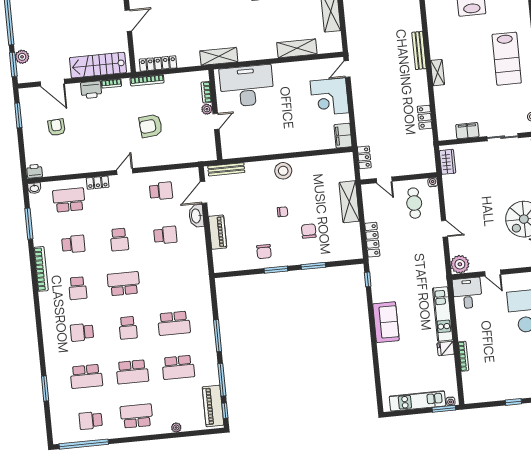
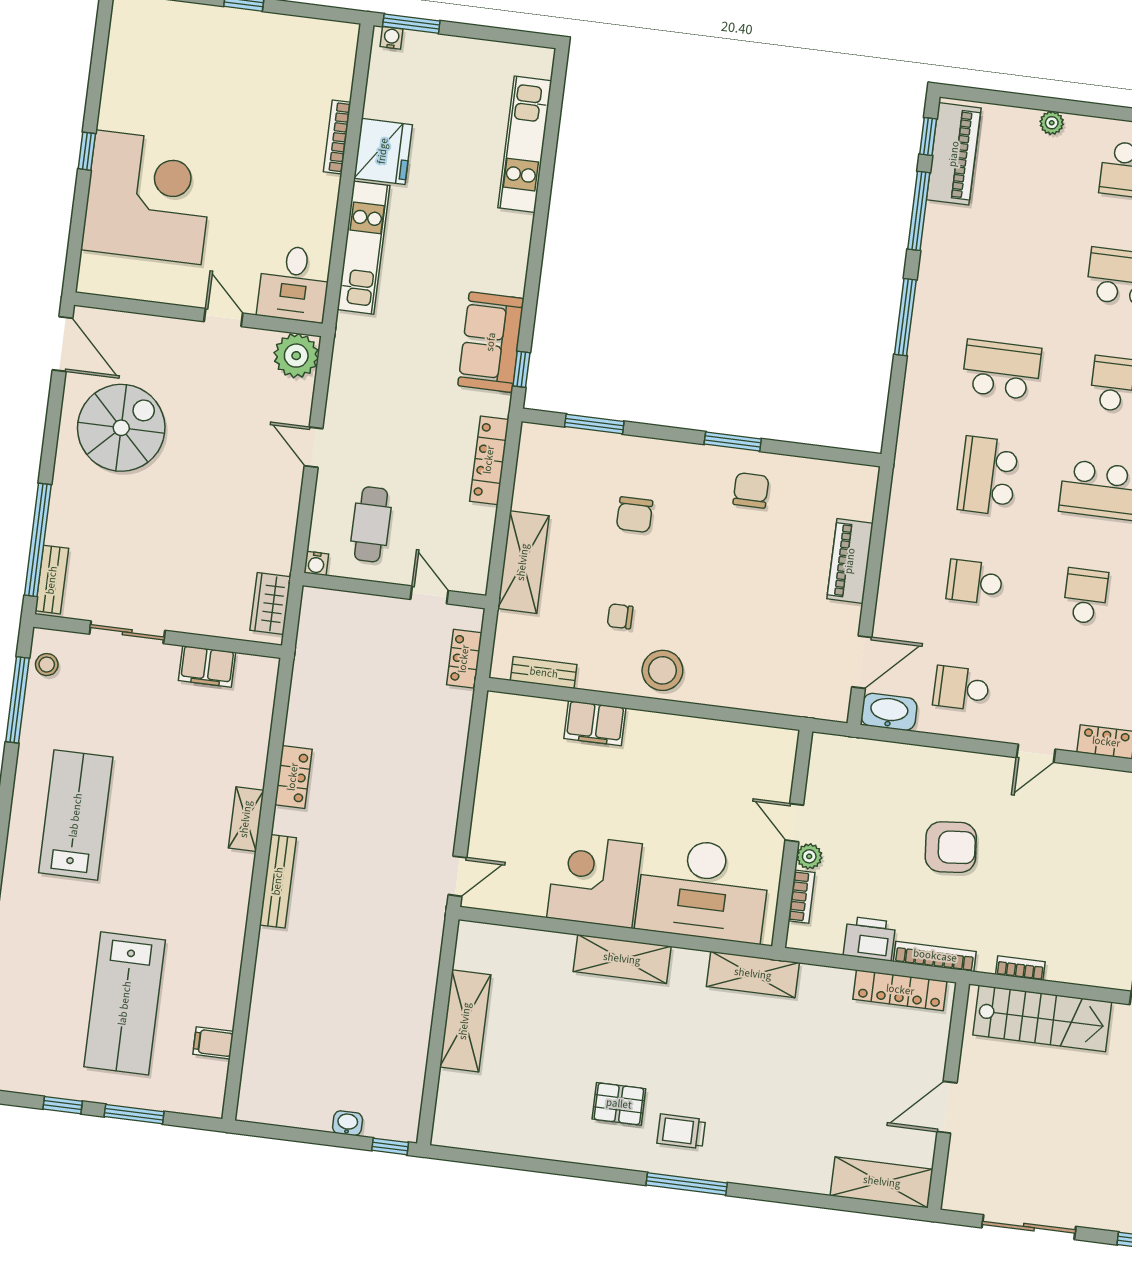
shelving: (297, 48) -> (622, 959), moved
printer: (91, 90) -> (870, 939), moved
corner desk: (329, 97) -> (595, 881), moved, turned -90
locker: (425, 117) -> (293, 777), moved
door: (216, 121) -> (794, 823), hinge flipped
filing cabinet: (343, 136) -> (595, 723), moved, turned 90
bench: (226, 169) -> (544, 673), moved, width x0.73
chair: (283, 212) -> (620, 616), moved
washbasin: (196, 216) -> (889, 712), moved, turned -90
window: (313, 266) -> (594, 424), moved
sofa: (386, 322) -> (491, 342), moved
fridge: (446, 349) -> (383, 151), width x1.88, depth x1.34
school desk: (178, 367) -> (988, 476), moved, turned -90
kitchen unit: (418, 401) -> (525, 144), moved, turned 90

